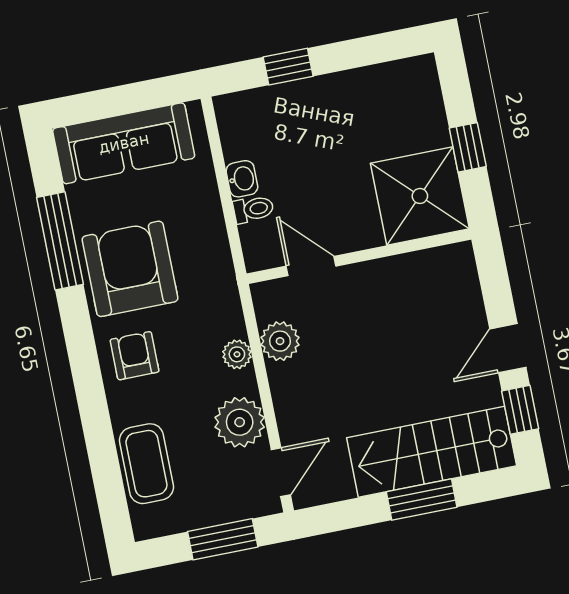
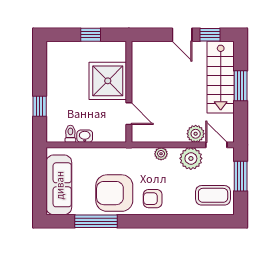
shower: (420, 196) -> (108, 81), moved
toilet: (253, 209) -> (70, 134), moved
door: (311, 266) -> (129, 114), swing flipped
plant: (280, 341) -> (196, 134), moved
coffee table: (146, 464) -> (213, 195), moved

